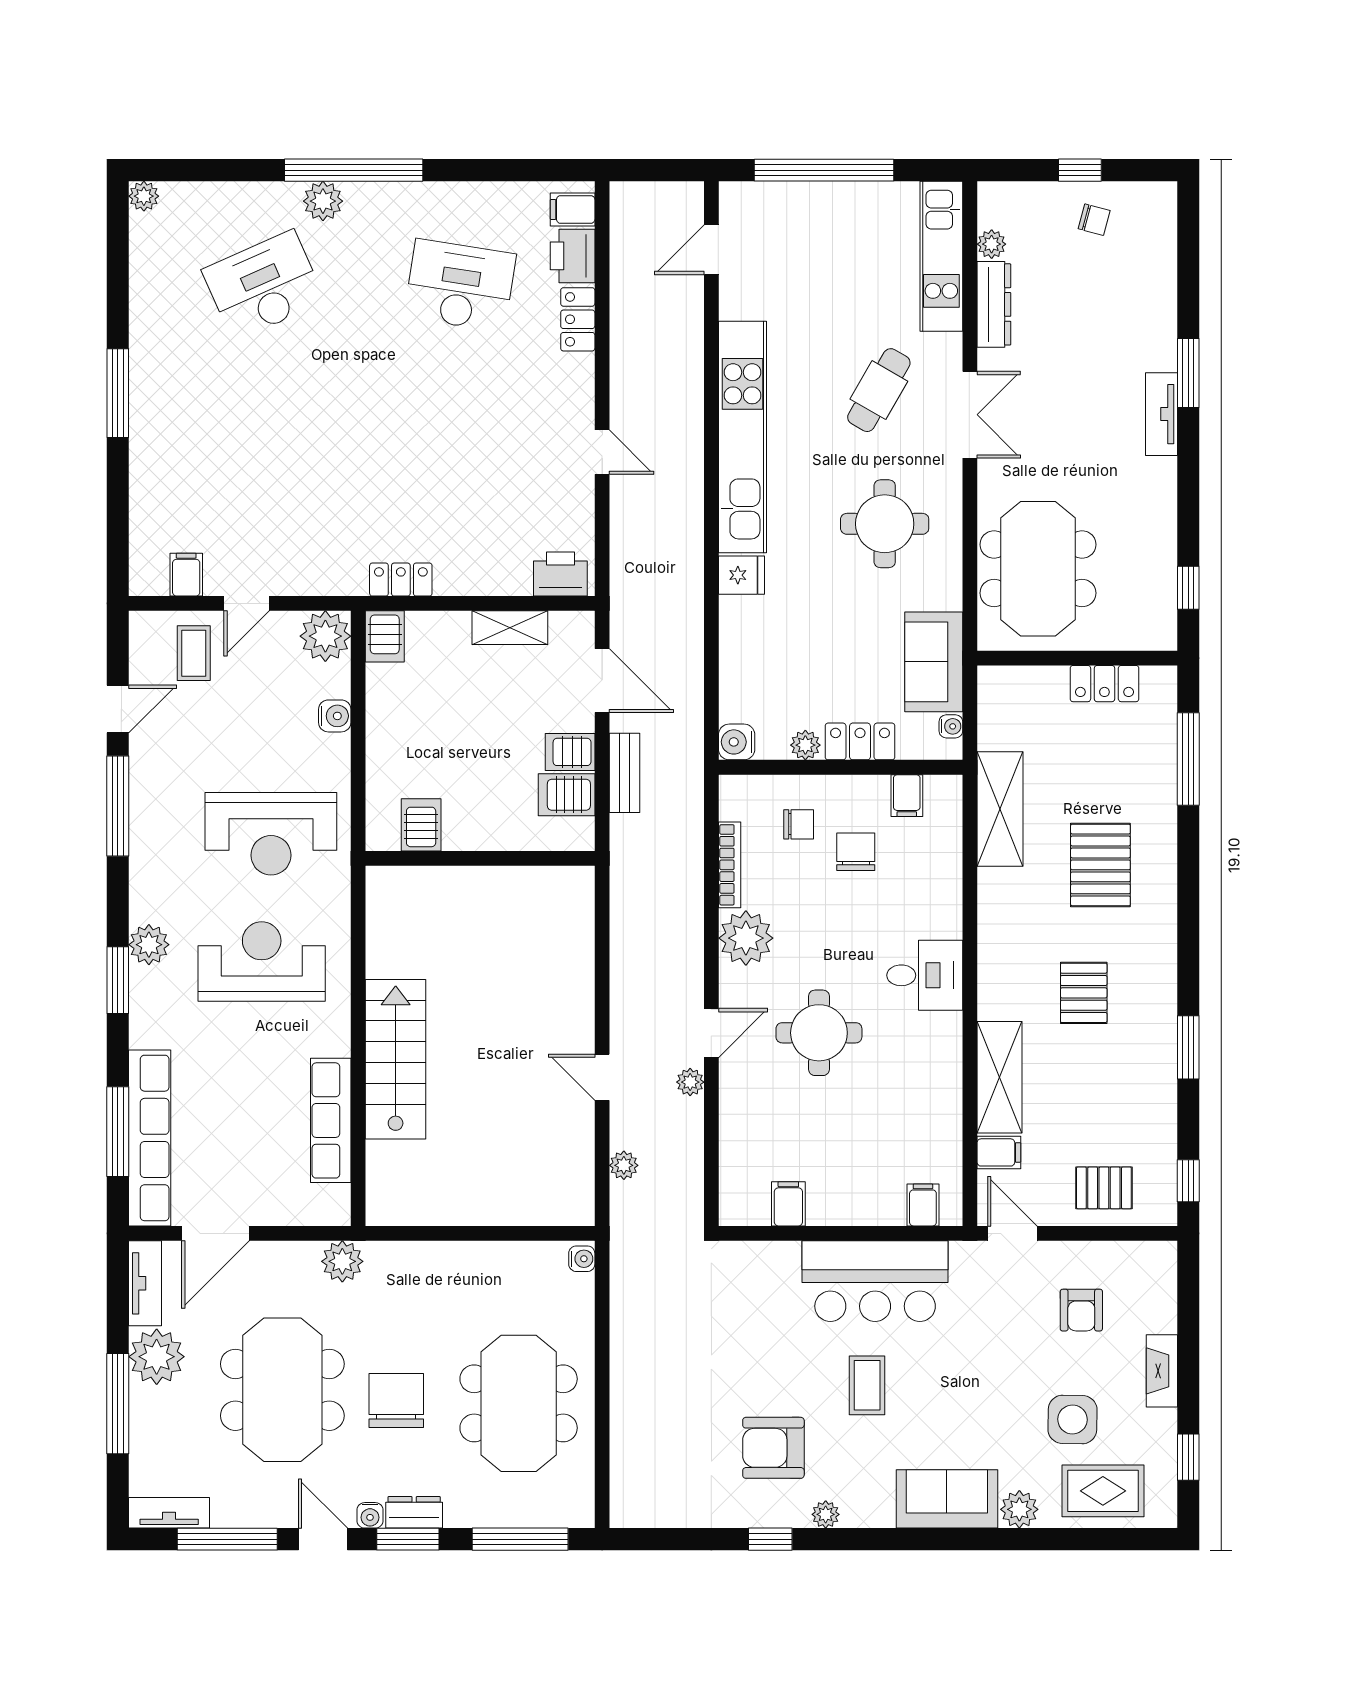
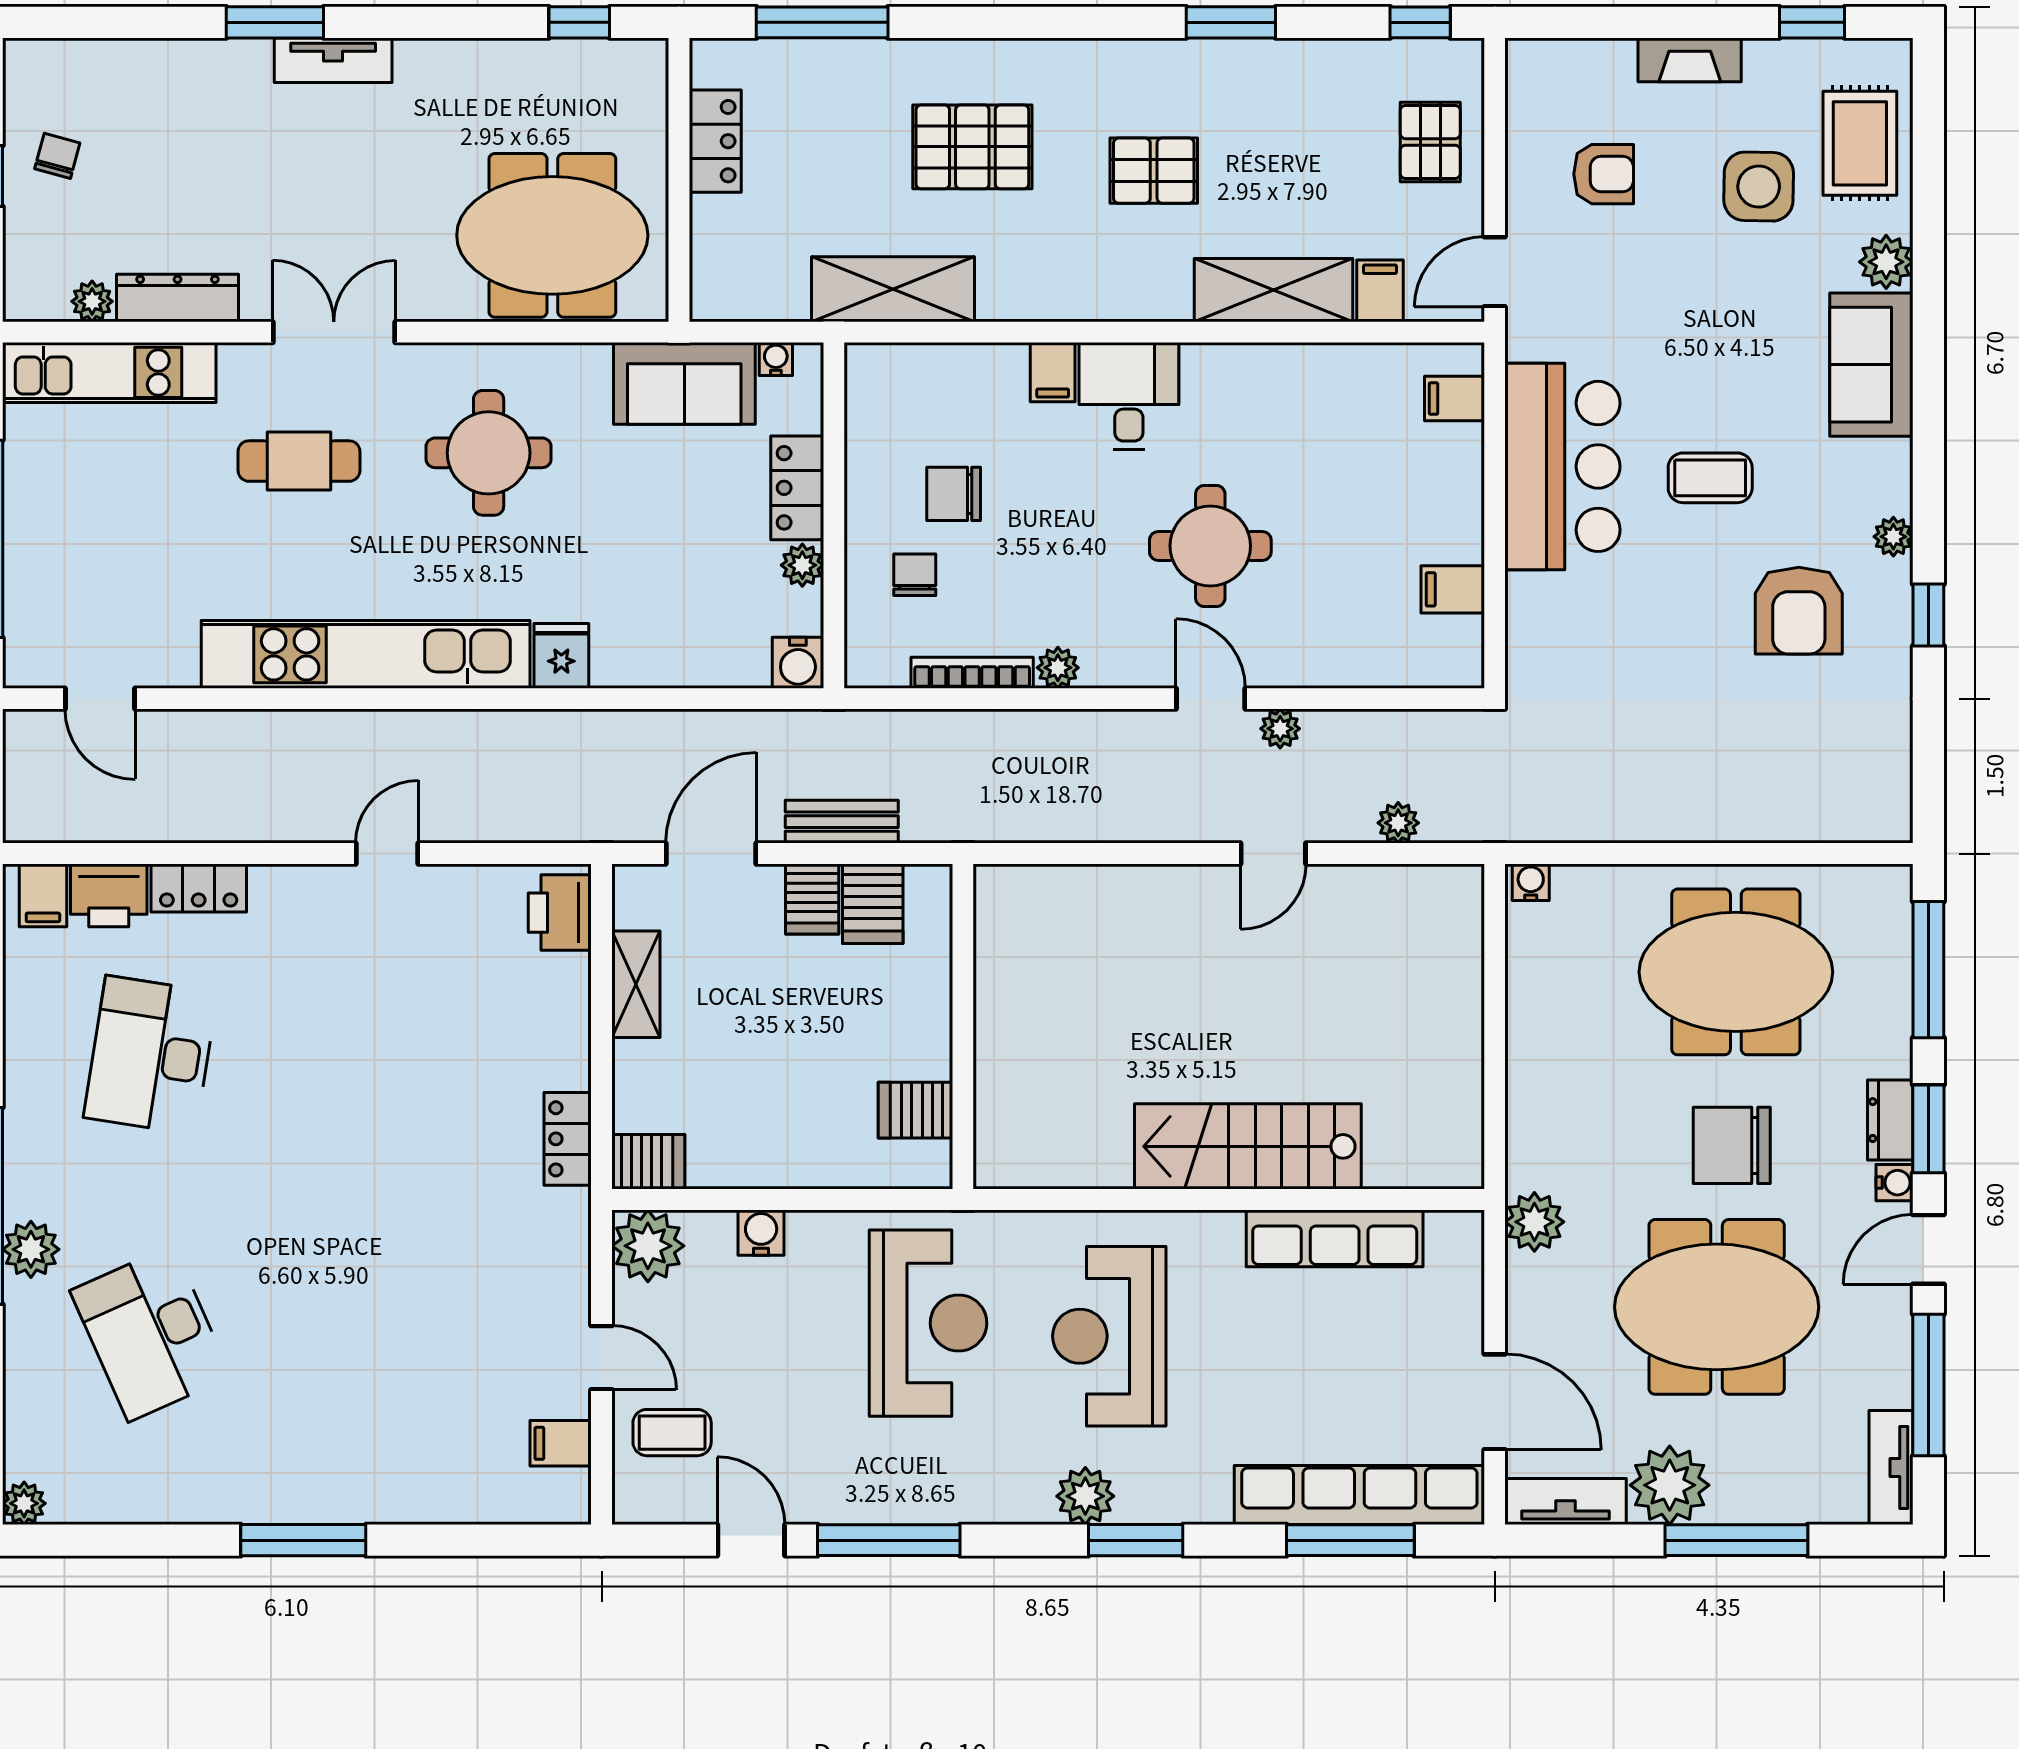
cafe table: (879, 390) -> (299, 461), turned -30
filing cabinet: (907, 796) -> (1053, 372), moved, turned 90
plant: (746, 938) -> (1058, 668), width x0.53, depth x0.53

